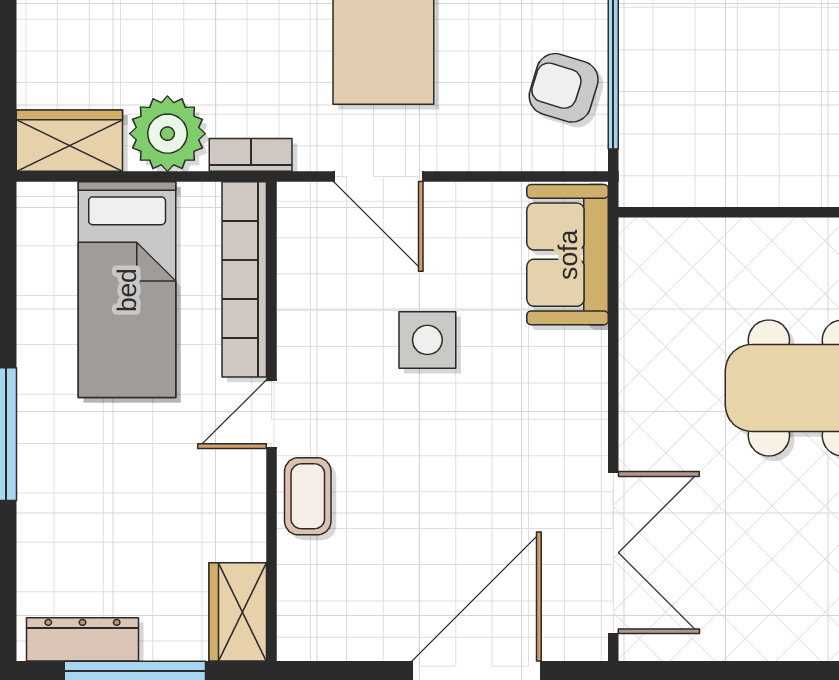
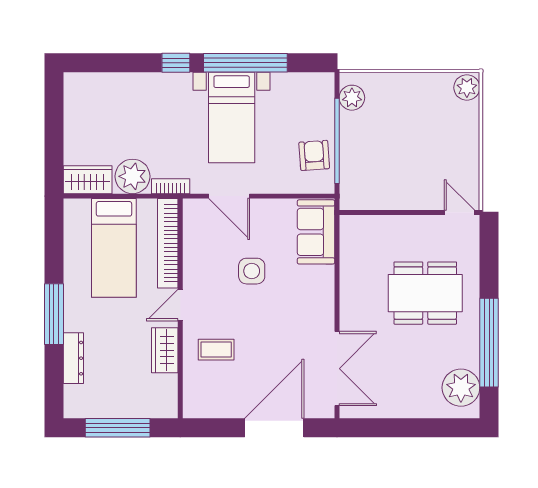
armchair: (564, 88) -> (314, 155), turned 69
coffee table: (308, 496) -> (216, 350), moved, turned 90
wardrobe: (238, 612) -> (165, 350), moved
dresser: (83, 639) -> (73, 358), moved, turned 90

